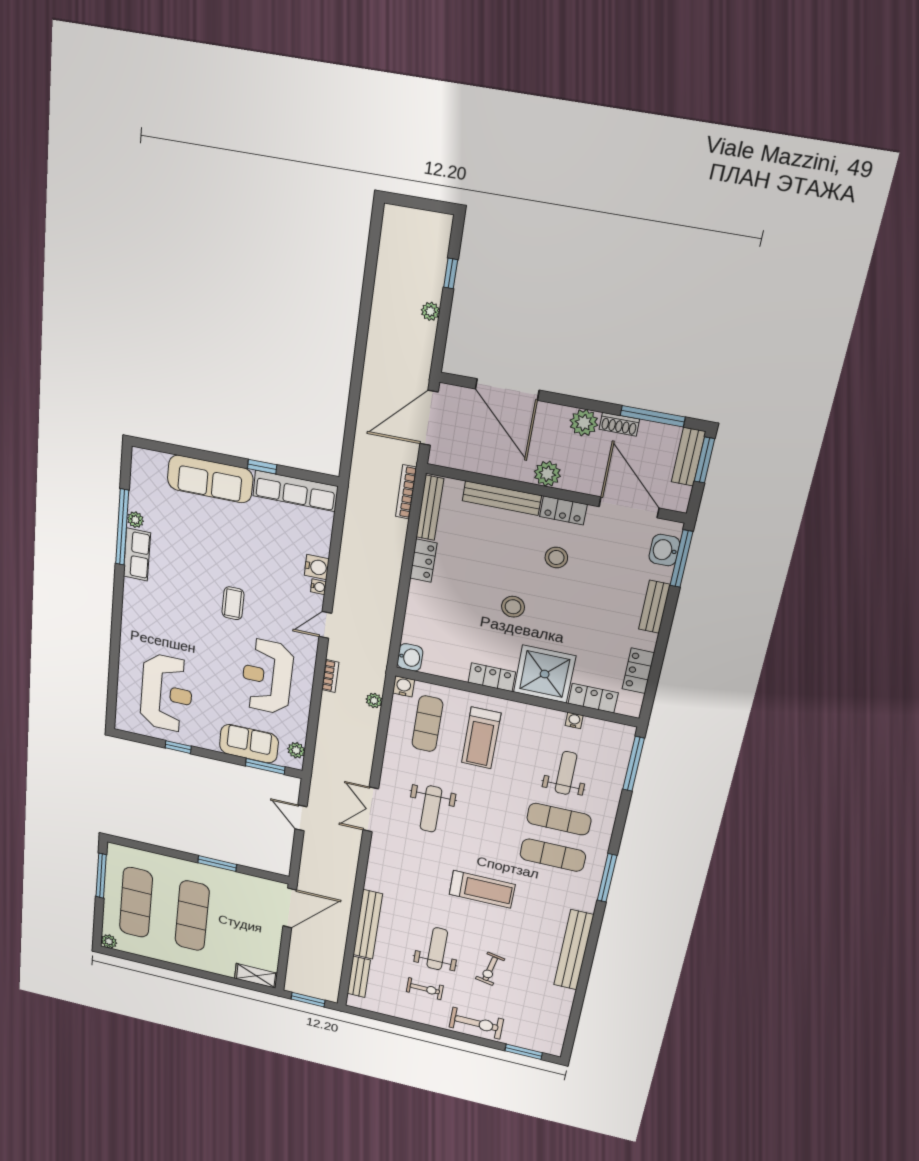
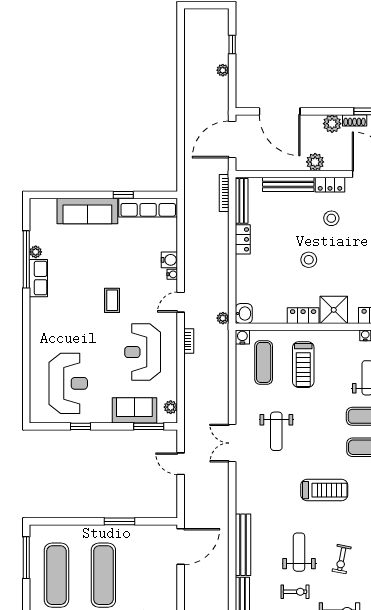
shower: (545, 674) -> (334, 310), width x0.73, depth x0.73
plant: (374, 701) -> (223, 318), moved

